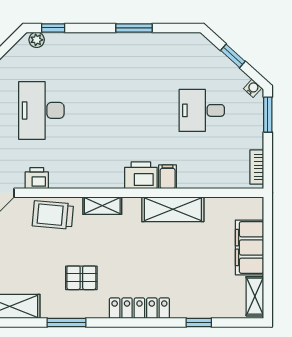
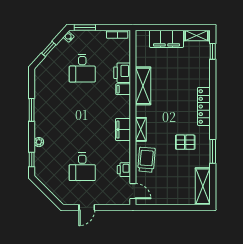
plant: (37, 40) -> (39, 142), moved
desk: (41, 110) -> (82, 167), width x0.73
printer: (141, 175) -> (122, 73), moved
filing cabinet: (102, 177) -> (123, 130), added
trolley: (53, 215) -> (146, 160), turned 180
pallet: (81, 278) -> (185, 142), turned 90
window: (199, 323) -> (213, 51), moved

